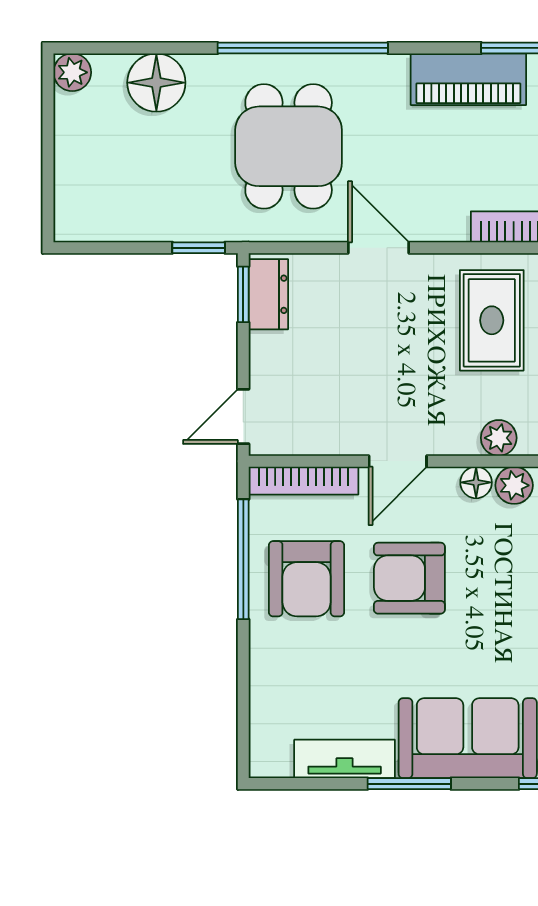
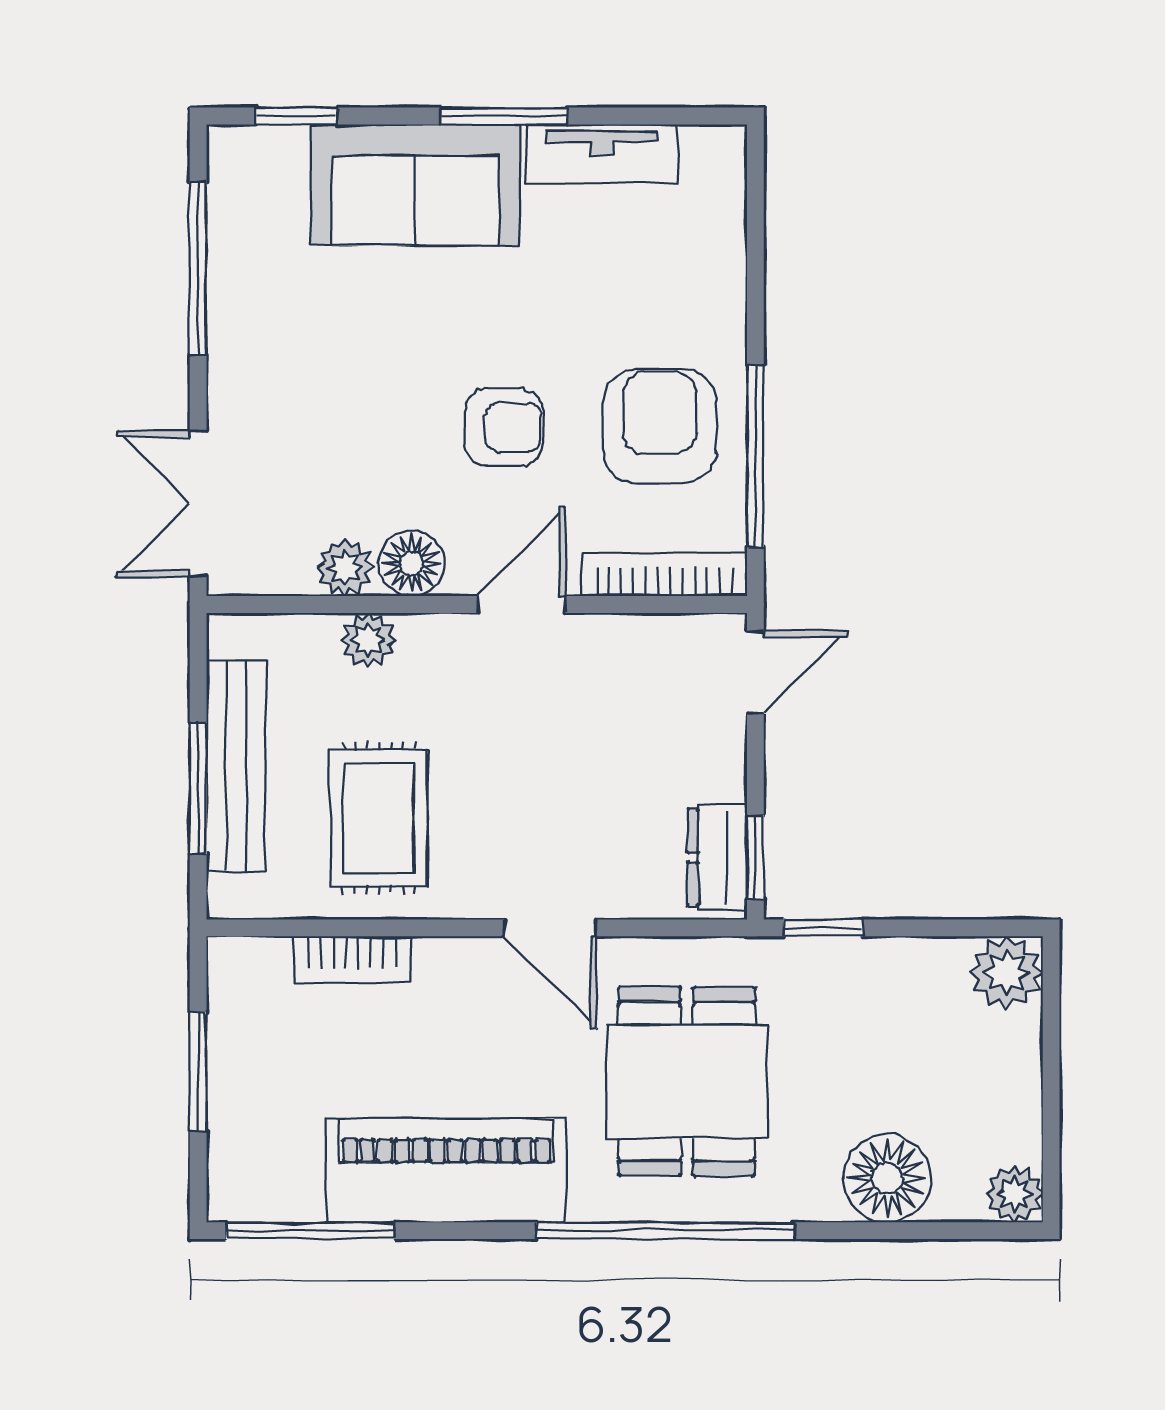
piano: (468, 79) -> (446, 1170), width x1.37, depth x1.33
plant: (77, 218) -> (1007, 972), added
floor lamp: (476, 482) -> (412, 563), width x1.37, depth x1.37
armchair: (409, 578) -> (504, 427), width x0.72, depth x0.72

